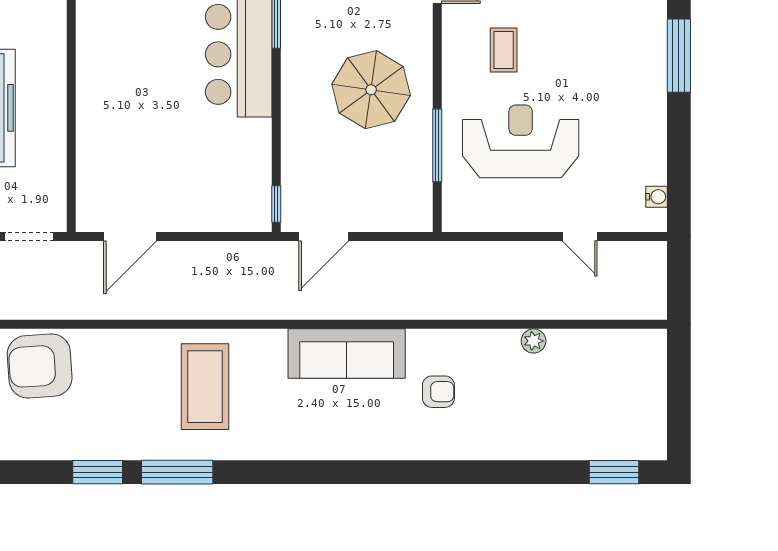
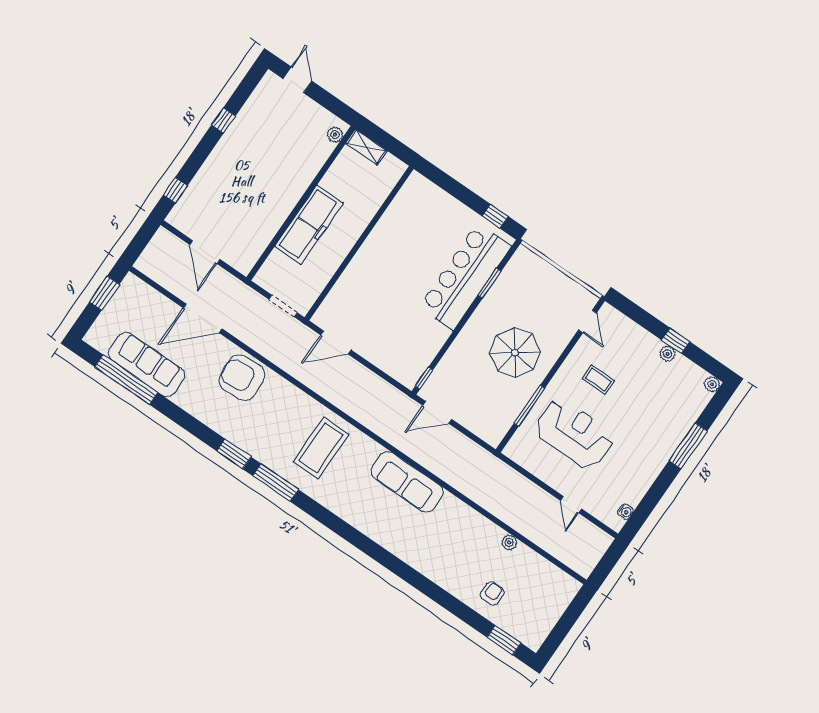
coffee table: (504, 50) -> (598, 380), turned 90
armchair: (438, 392) -> (492, 594), moved, turned -88

